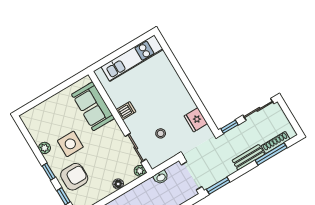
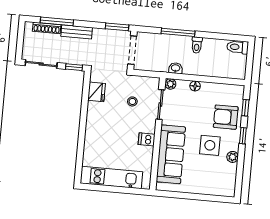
sofa: (93, 106) -> (171, 154), width x1.36
washbasin: (161, 177) -> (176, 68), moved

